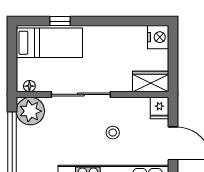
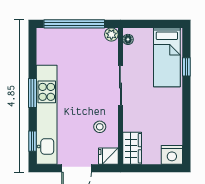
sliding door: (81, 94) -> (120, 86), width x0.73
plant: (30, 111) -> (111, 34), width x0.53, depth x0.53
stool: (113, 133) -> (100, 127), moved

